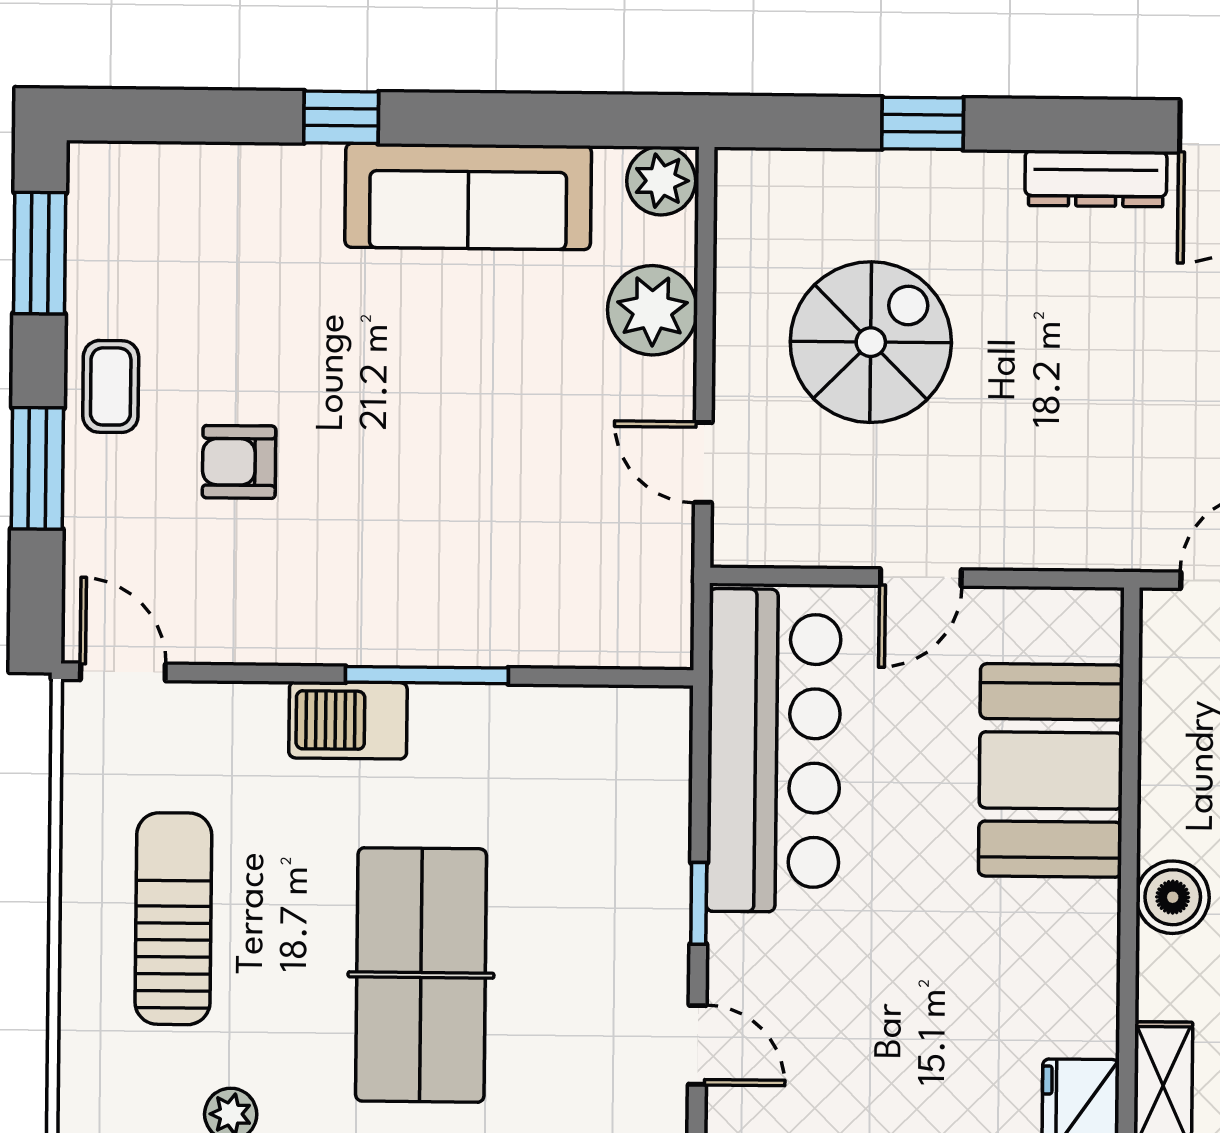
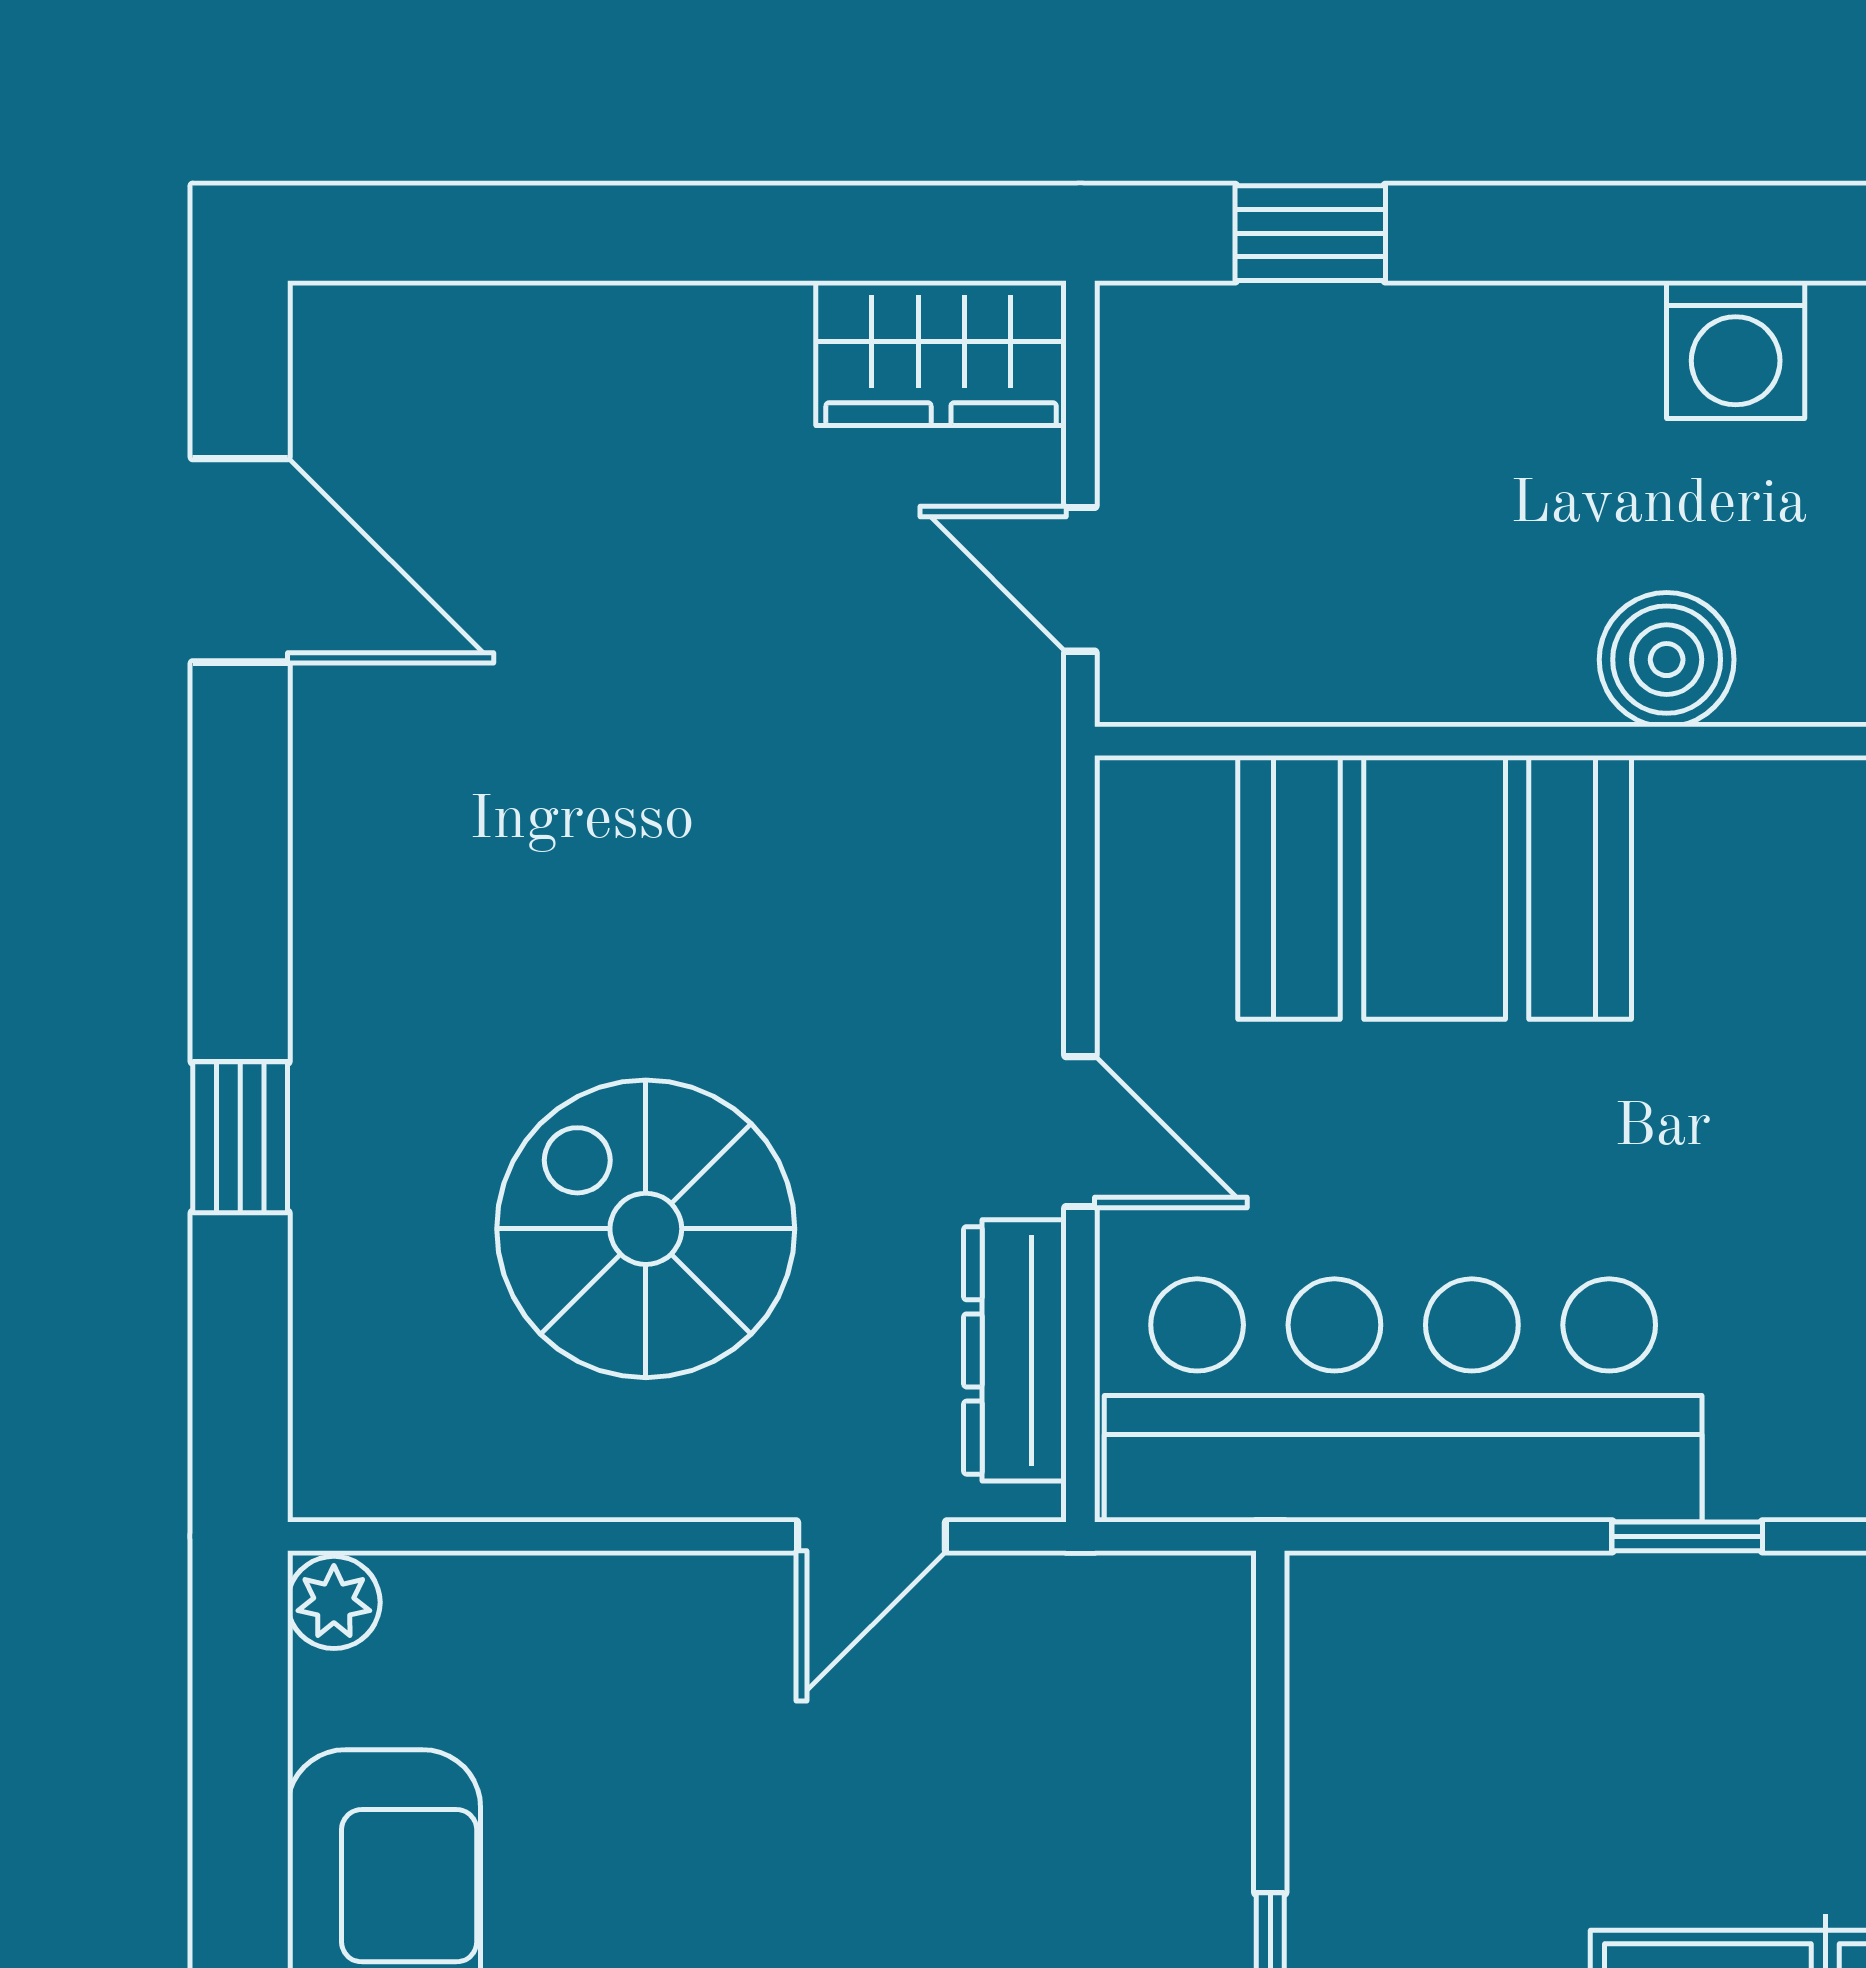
dresser: (1096, 179) -> (1015, 1350), moved, turned 180
plant: (661, 181) -> (334, 1602), width x0.73, depth x0.73
plant: (652, 310) -> (591, 1633), removed

